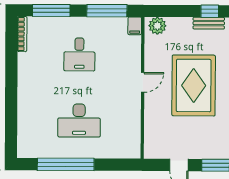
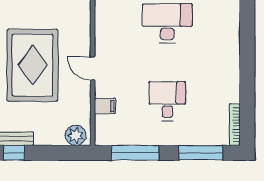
filing cabinet: (135, 26) -> (105, 106), moved, turned 90
door: (143, 82) -> (93, 69), hinge flipped

